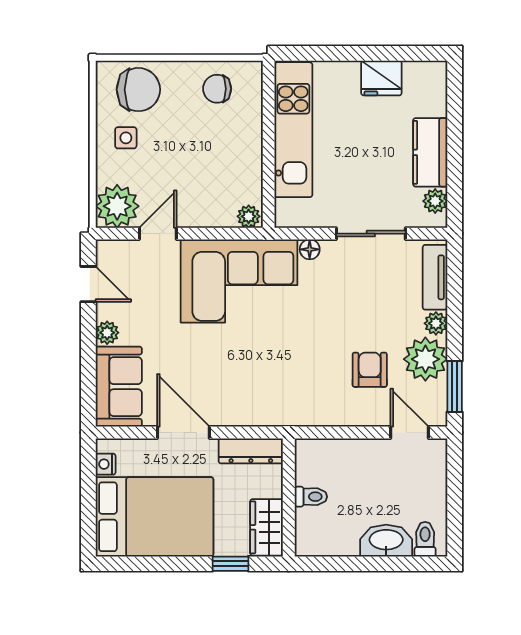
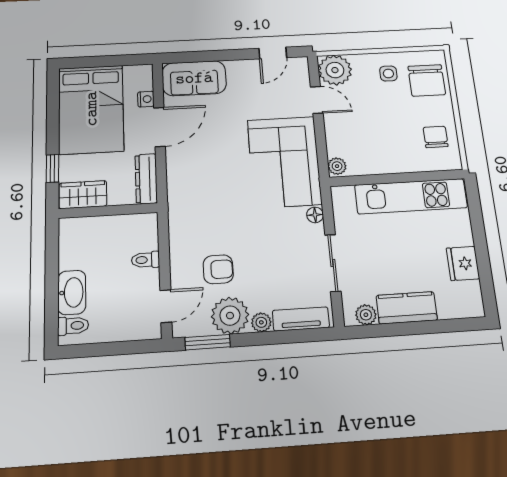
plant: (107, 333) -> (236, 68), removed
nightstand: (106, 464) -> (146, 99), moved, turned 90
toilet: (311, 497) -> (145, 260), moved, turned 90

